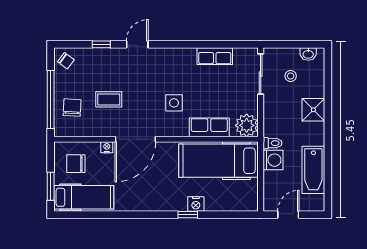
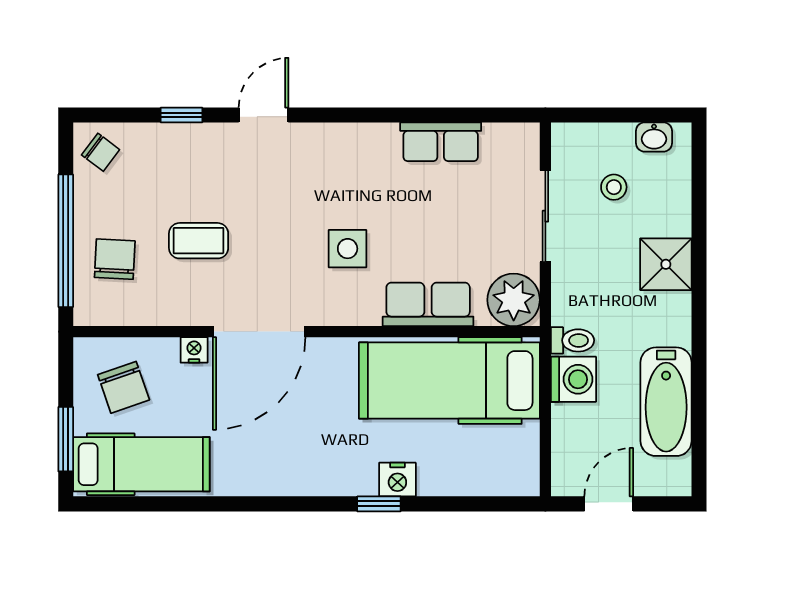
sliding door: (261, 74) -> (545, 216), moved
chair: (76, 164) -> (124, 387), turned -109

